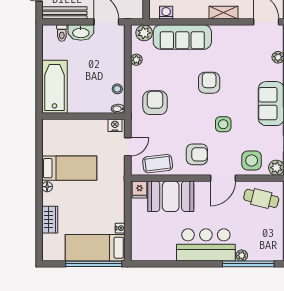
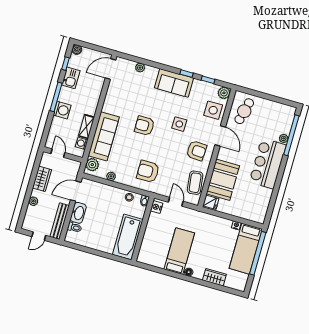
shelving: (224, 13) -> (86, 127), moved
bathtub: (55, 87) -> (128, 237), moved, turned -90
armchair: (197, 154) -> (197, 151), turned 93

